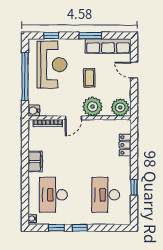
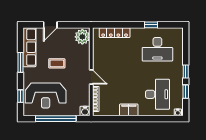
reception desk: (52, 65) -> (46, 96), turned 180
plant: (93, 107) -> (82, 61), removed
locker: (125, 145) -> (115, 33), width x1.53
desk: (53, 195) -> (157, 94), turned -90

